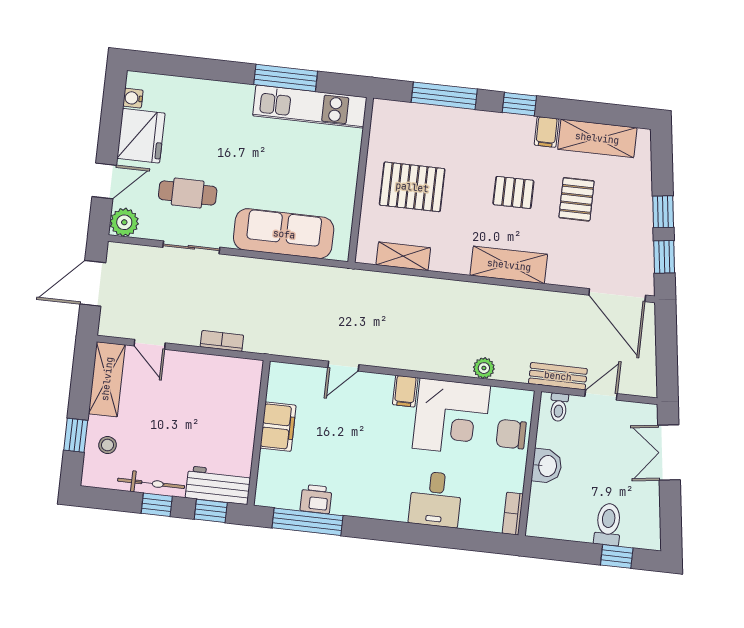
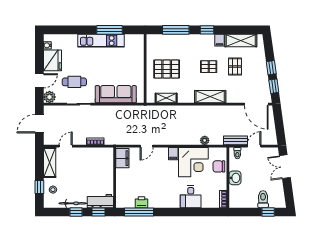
kitchen unit: (310, 107) -> (101, 41), moved
door: (150, 344) -> (66, 146), swing flipped
filing cabinet: (278, 427) -> (122, 158), moved

